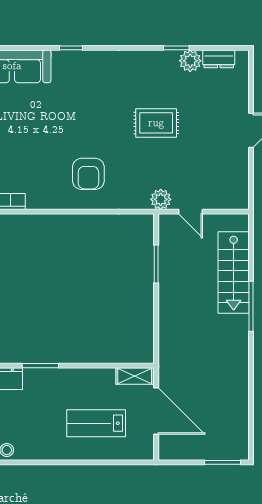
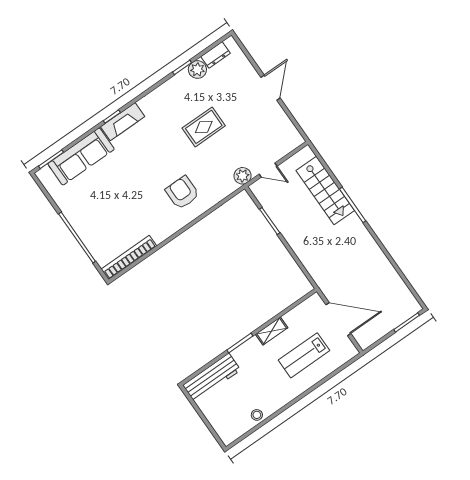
fireplace: (78, 60) -> (123, 122), added
armchair: (88, 174) -> (182, 193), turned 180
shelving: (135, 376) -> (272, 331), moved

